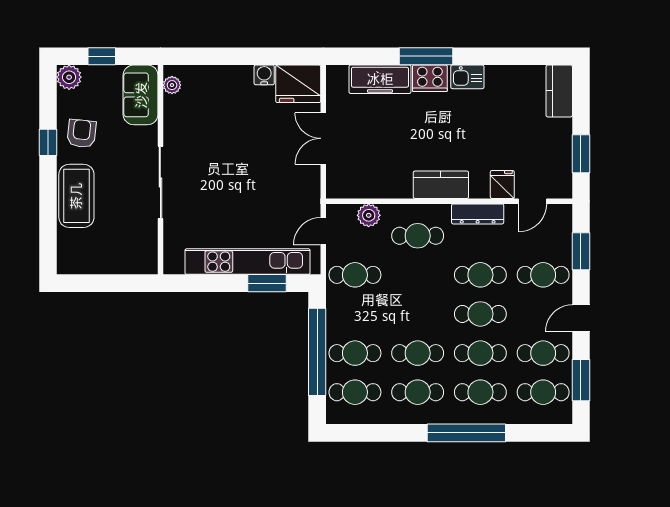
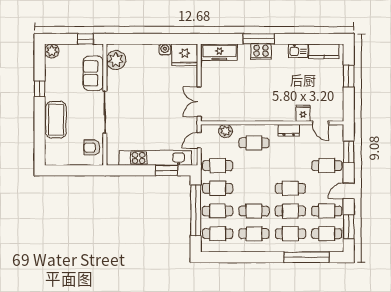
window: (102, 56) -> (85, 39), moved
kitchen sink: (467, 77) -> (298, 51), moved
freezer: (380, 79) -> (219, 52), moved
plant: (172, 85) -> (116, 60), width x1.87, depth x1.87
kitchen counter: (559, 91) -> (324, 51), moved, turned -90
sofa: (141, 95) -> (93, 73), moved
armchair: (82, 133) -> (92, 147), moved, turned -96
double door: (323, 138) -> (199, 102), moved
window: (581, 154) -> (349, 76), moved
kitchen counter: (441, 185) -> (267, 113), removed
door: (532, 201) -> (321, 123), hinge flipped
dresser: (478, 214) -> (289, 130), width x0.70
cafe table: (480, 275) -> (218, 188), moved
window: (466, 433) -> (306, 257), moved

